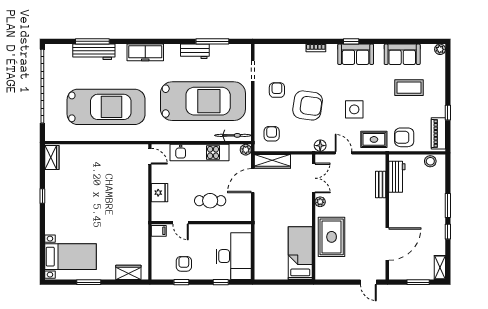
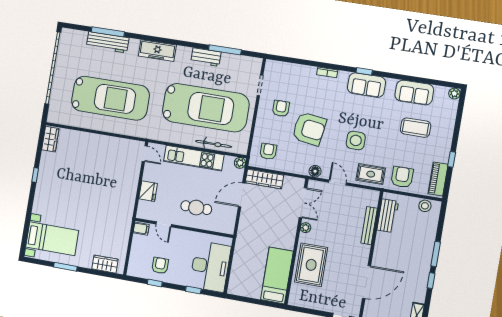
bicycle: (233, 135) -> (213, 144), moved
armchair: (404, 137) -> (402, 177), turned 90
bench: (381, 185) -> (369, 226), width x1.36

